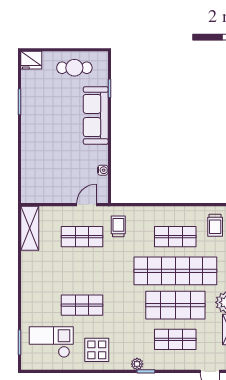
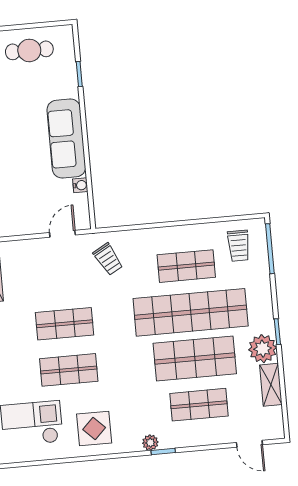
sofa: (96, 115) -> (66, 139), moved
trolley: (118, 226) -> (108, 259), turned 151
shop shelf: (82, 237) -> (65, 324), moved

